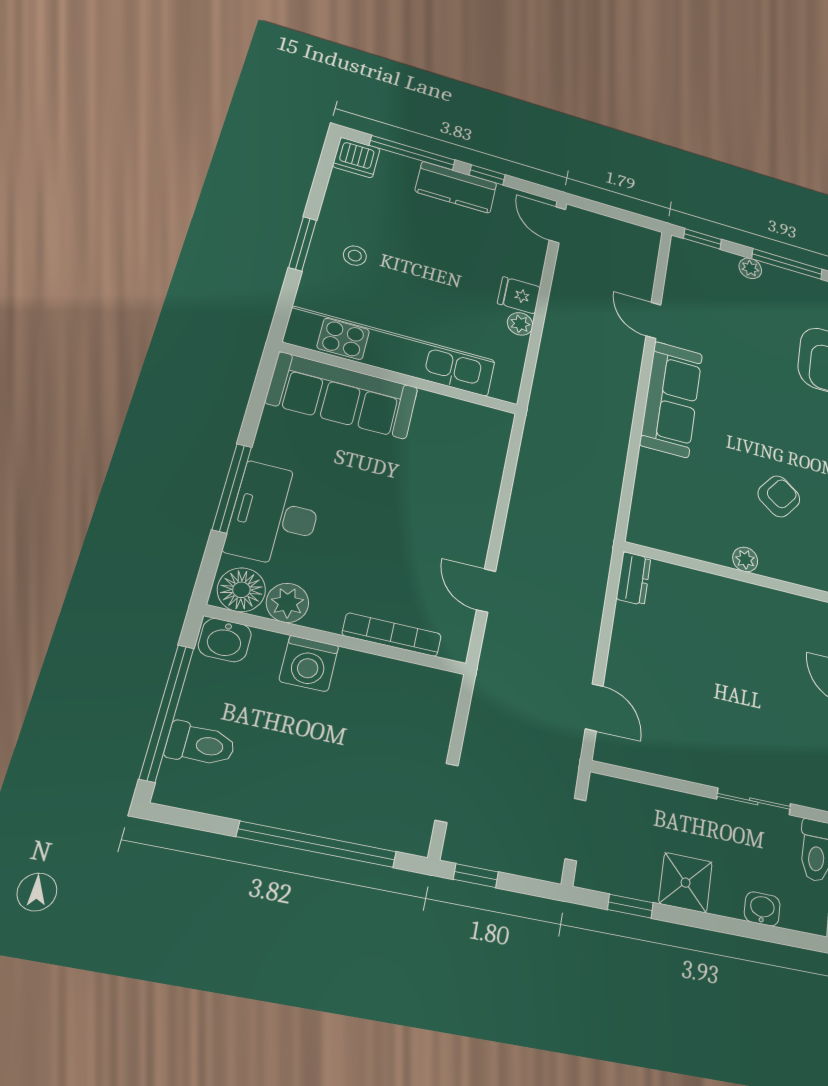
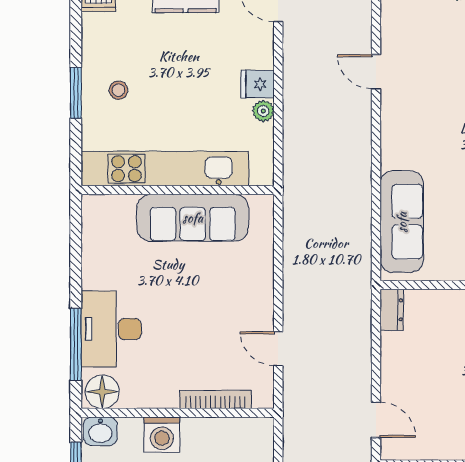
sofa: (342, 395) -> (193, 218), moved
sofa: (671, 399) -> (402, 222), moved
window: (232, 488) -> (76, 344), moved
plant: (287, 603) -> (136, 394), removed

